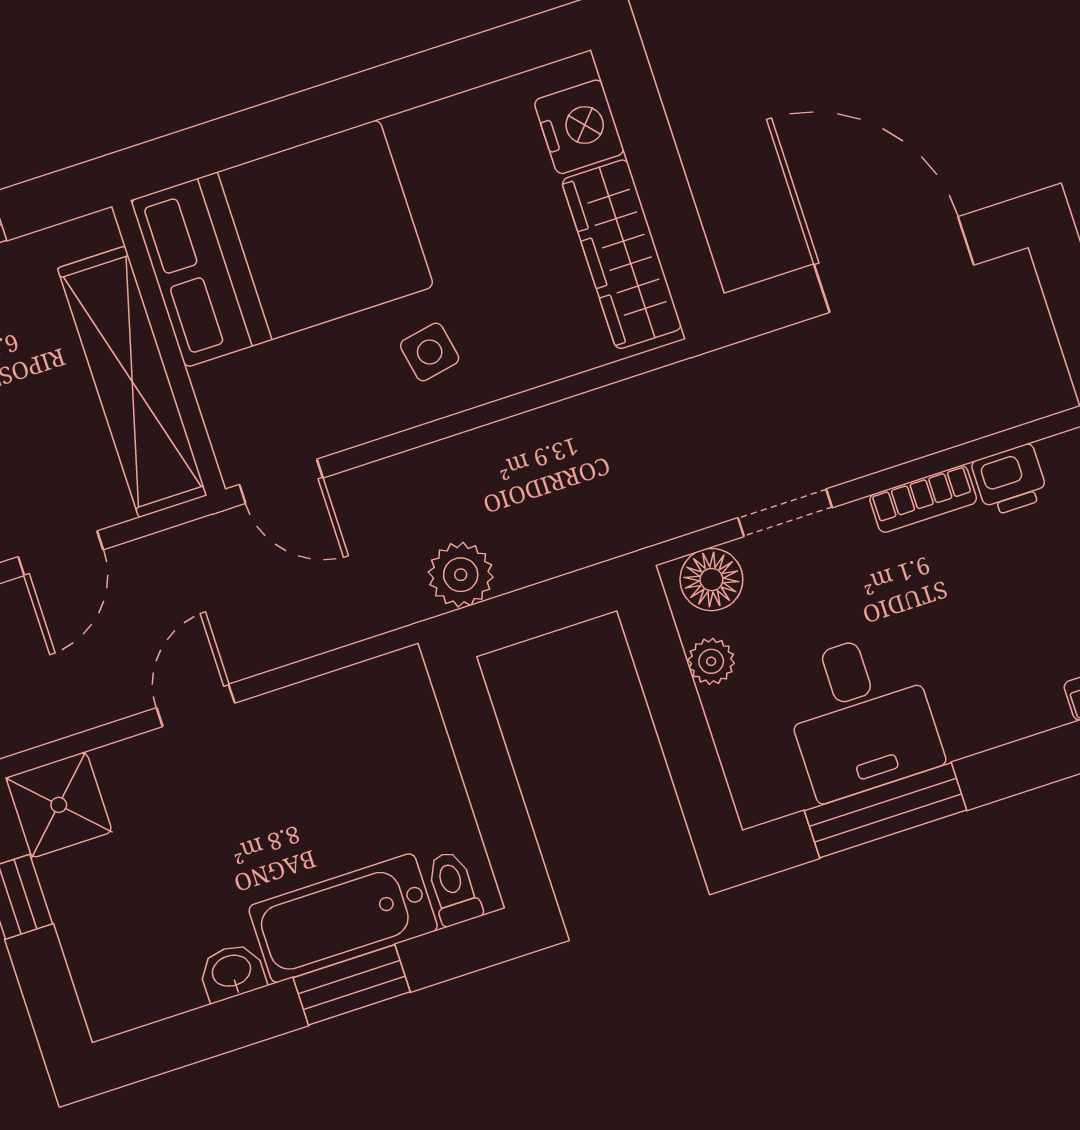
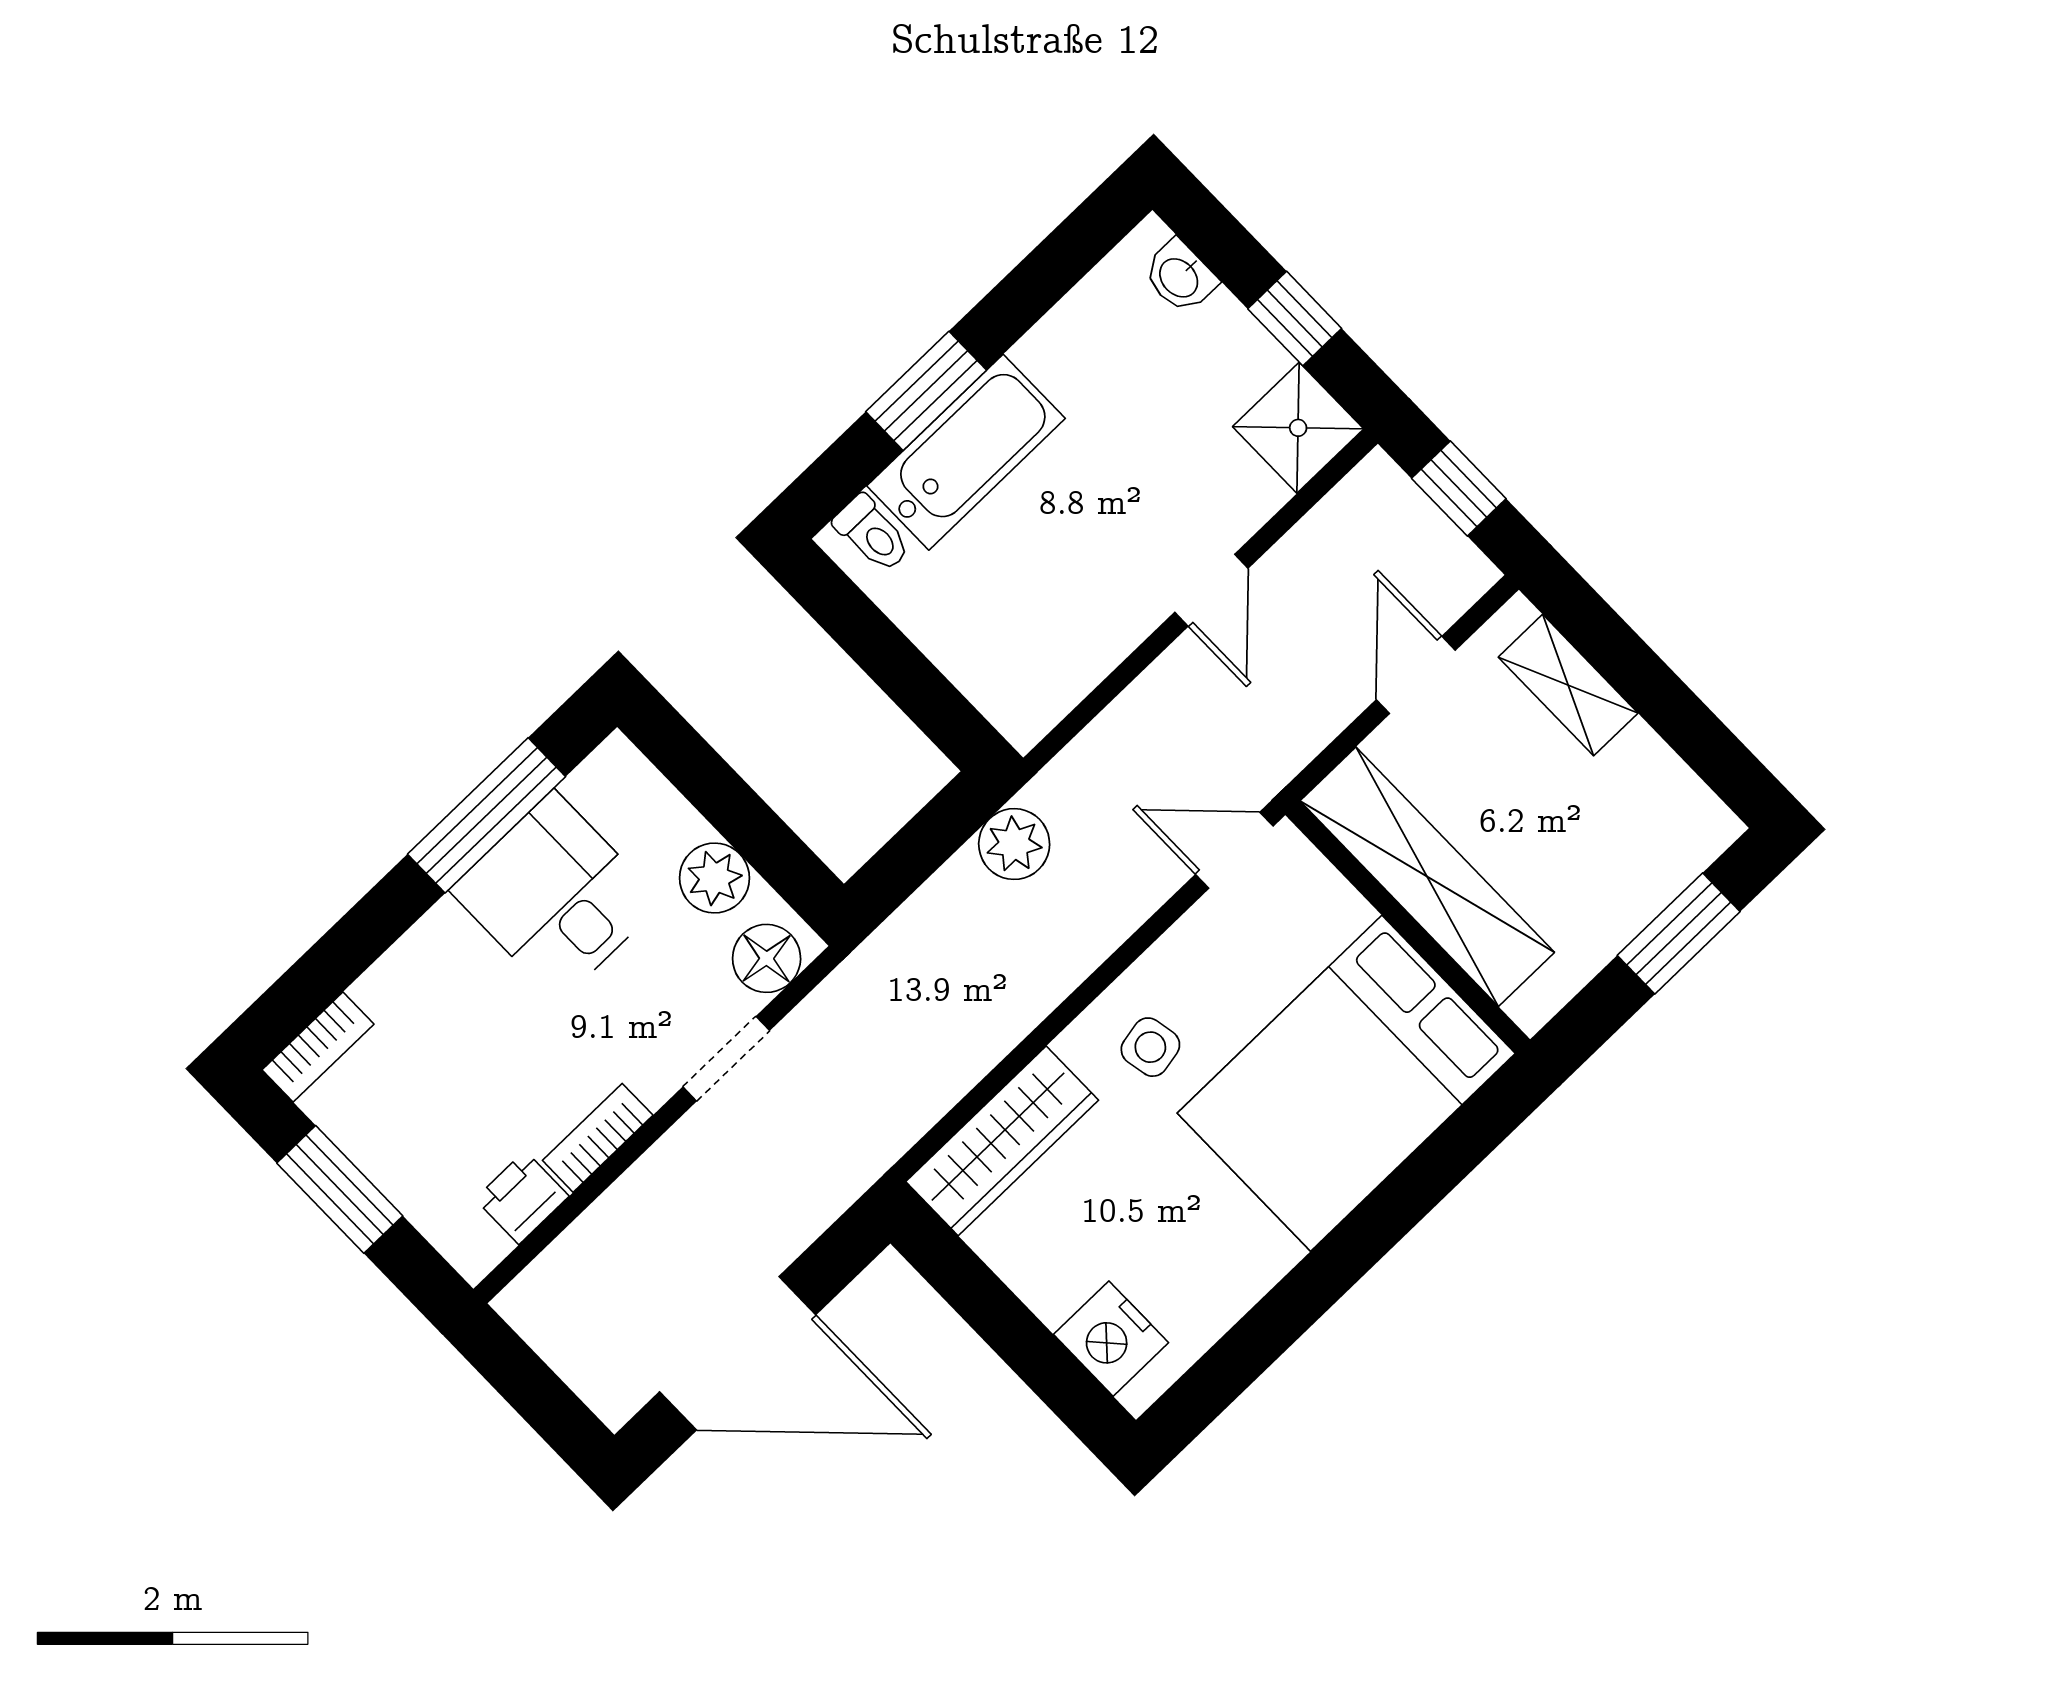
wardrobe: (622, 254) -> (1002, 1141), moved, turned 90
plant: (711, 661) -> (715, 878), width x1.38, depth x1.38
washbasin: (232, 972) -> (1180, 277), moved, turned 90

